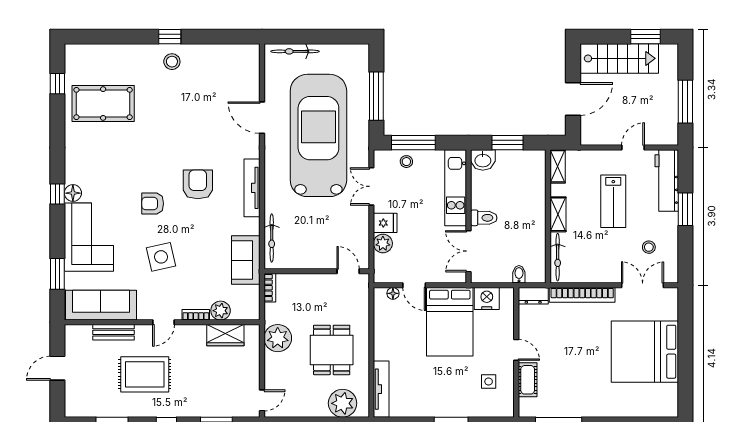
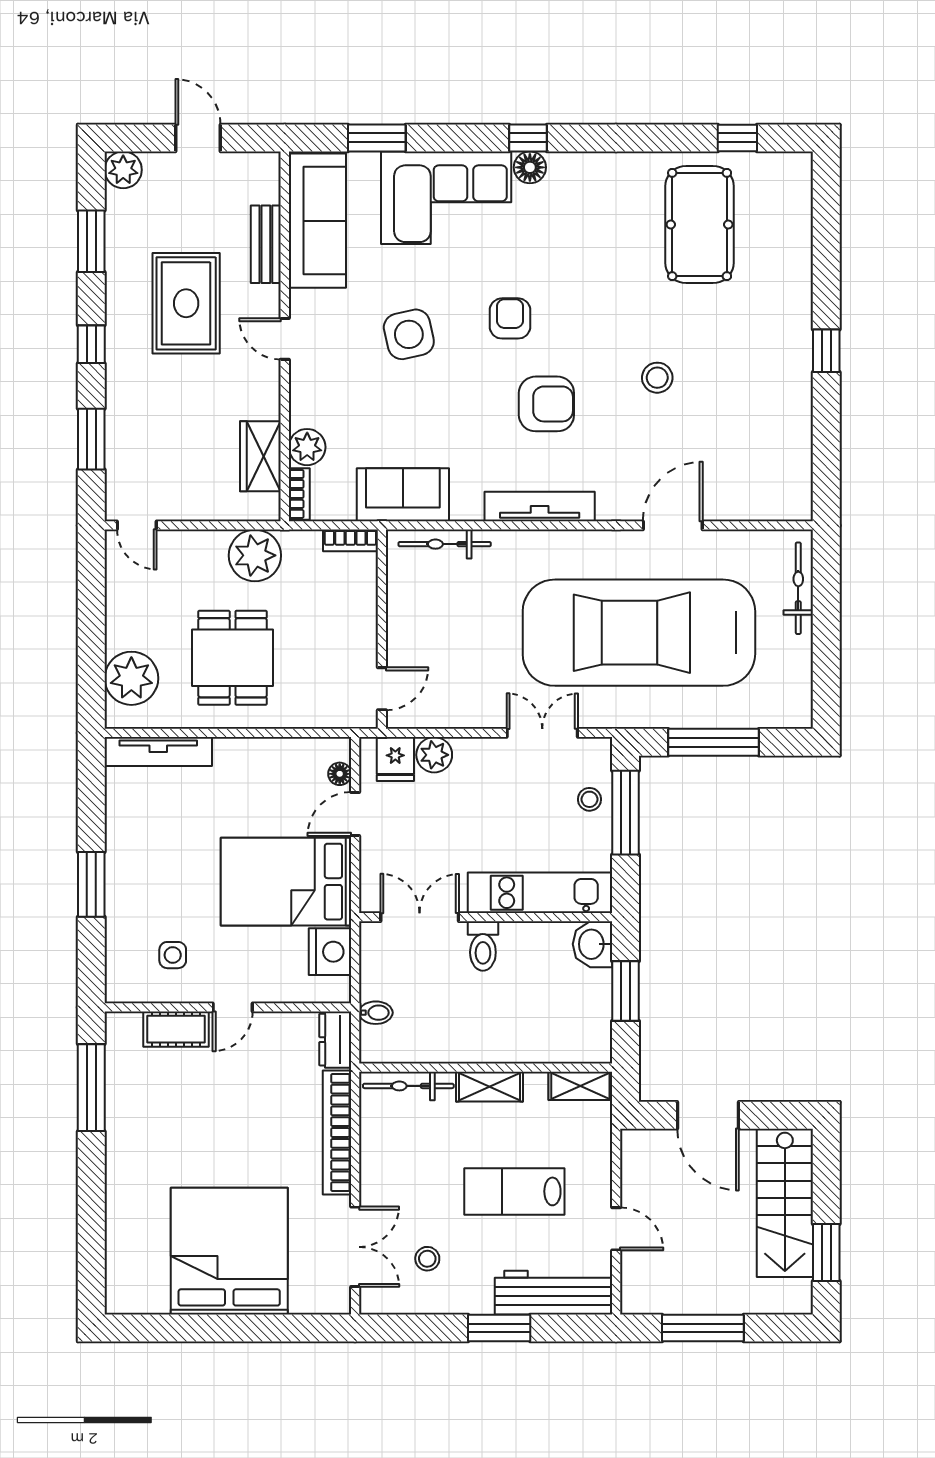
stool: (172, 62) -> (657, 378), moved
car: (318, 135) -> (639, 633), turned 180
fridge: (385, 223) -> (395, 759), moved
bookcase: (196, 315) -> (299, 494), moved
dining table: (332, 350) -> (233, 658), turned 90
plant: (74, 408) -> (123, 170), added

